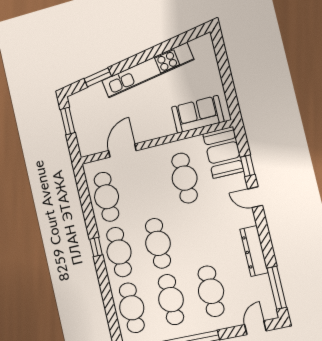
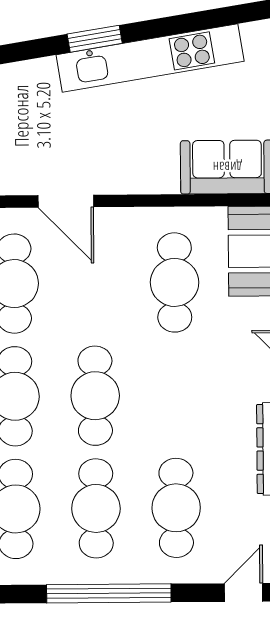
window: (98, 77) -> (95, 39), moved
door: (122, 151) -> (66, 201), swing flipped

